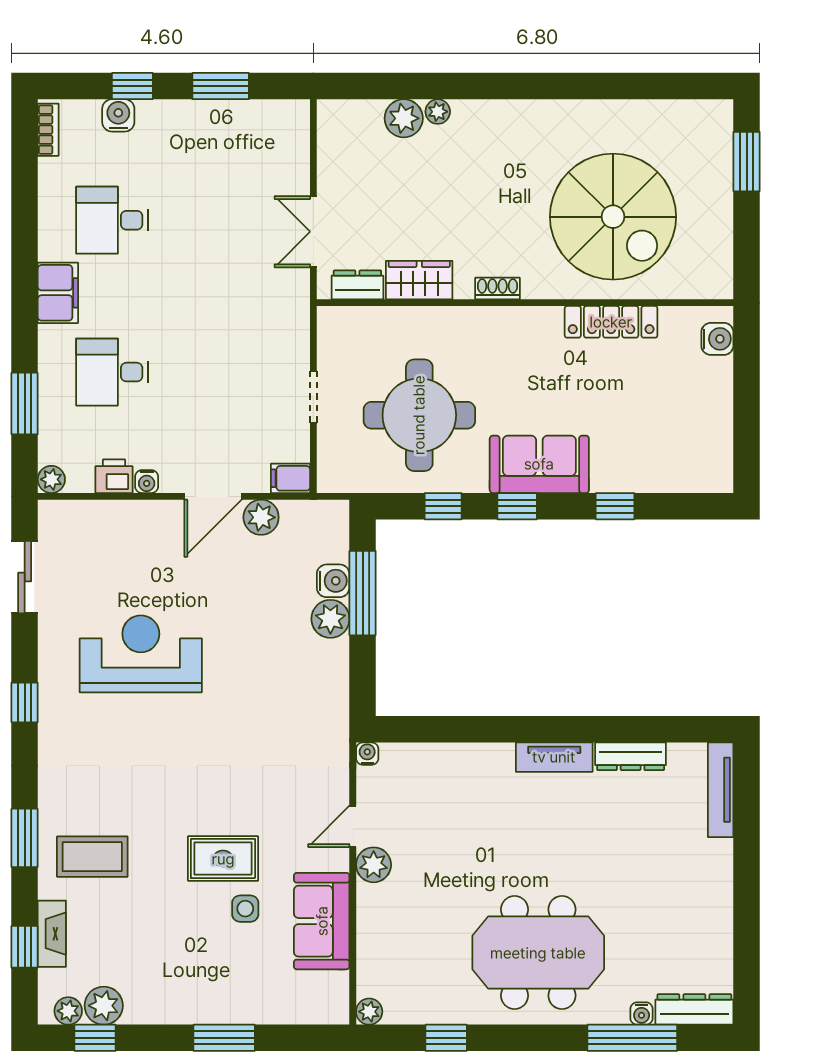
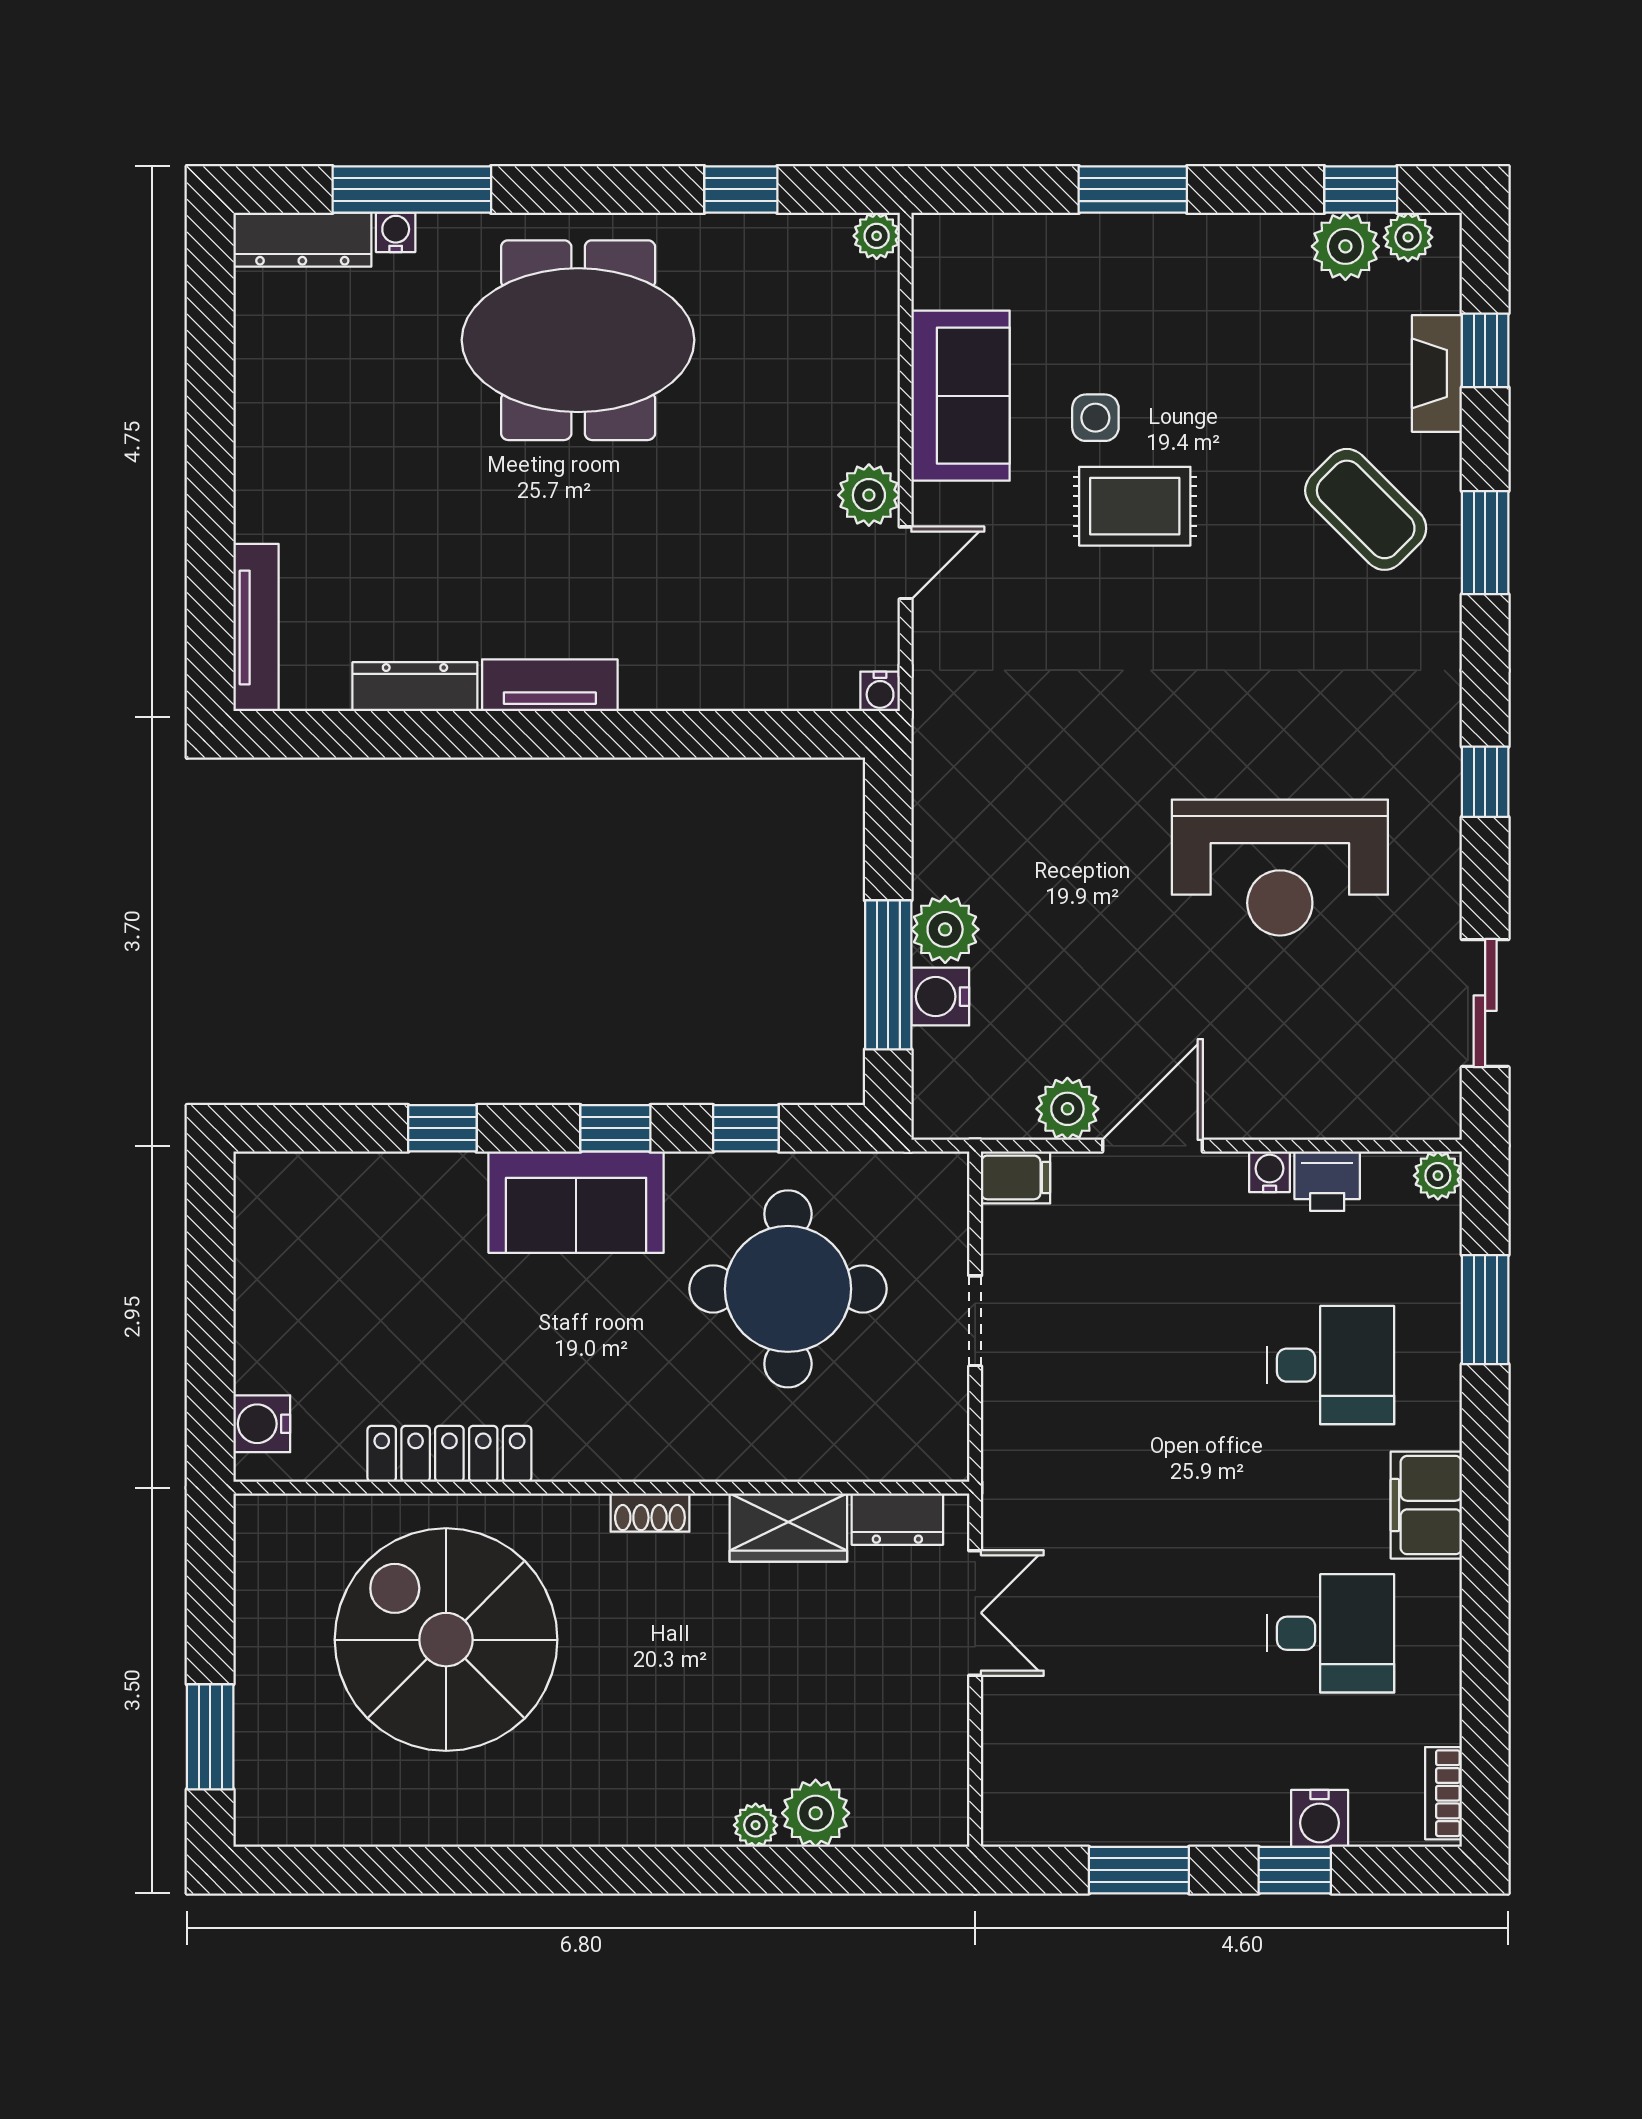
coffee table: (92, 857) -> (1366, 509), turned 45

